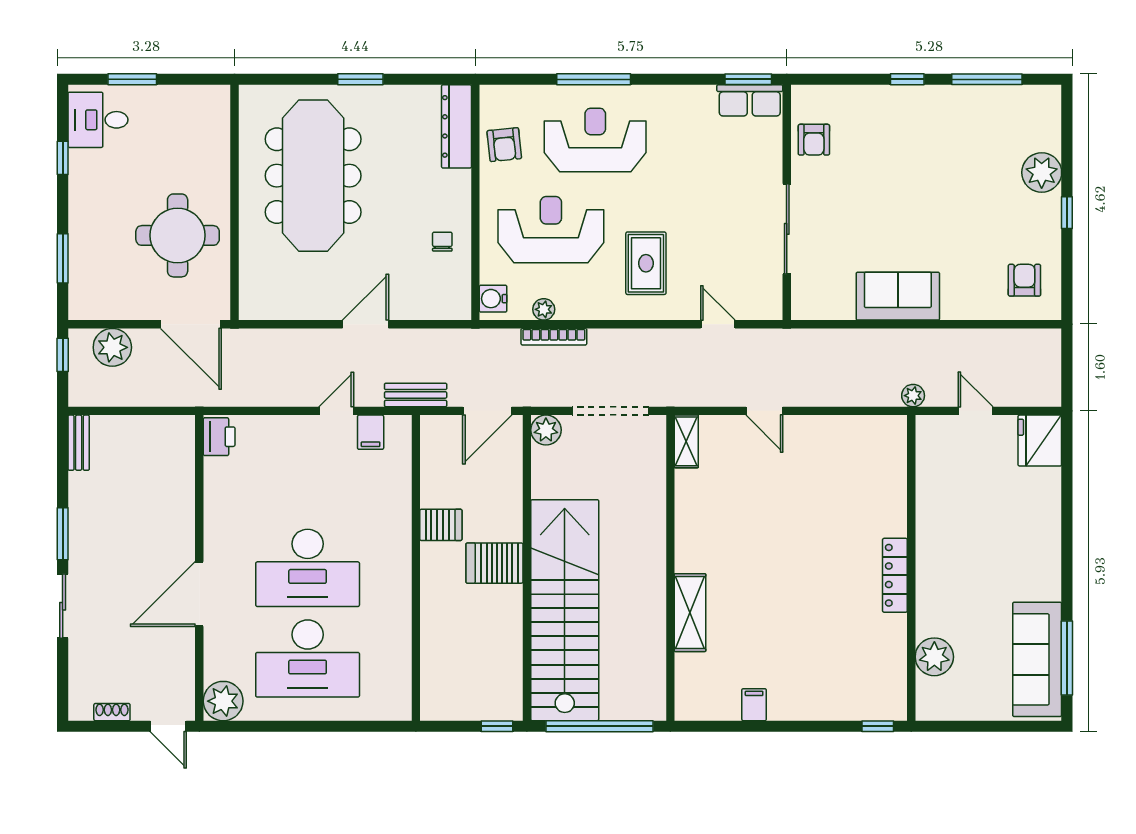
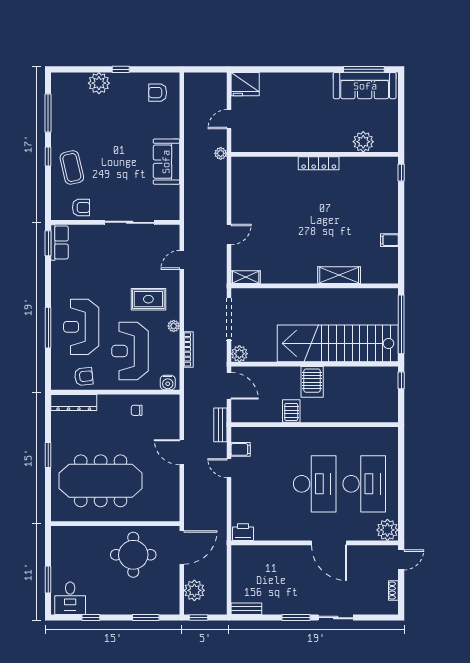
coffee table: (887, 123) -> (72, 167), added
plant: (544, 309) -> (174, 326), moved

